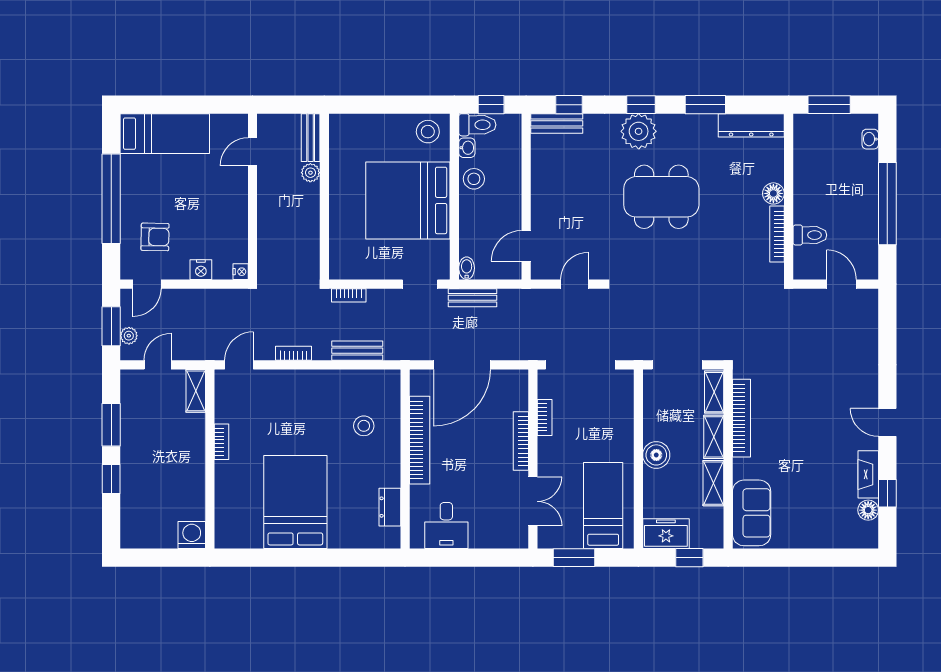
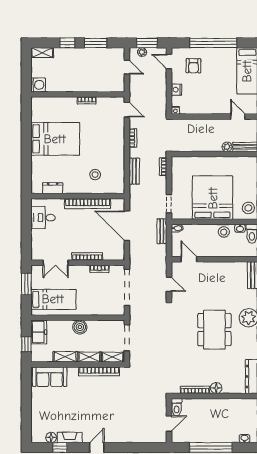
toilet: (810, 235) -> (177, 407), moved
shelving: (196, 391) -> (42, 53), moved

